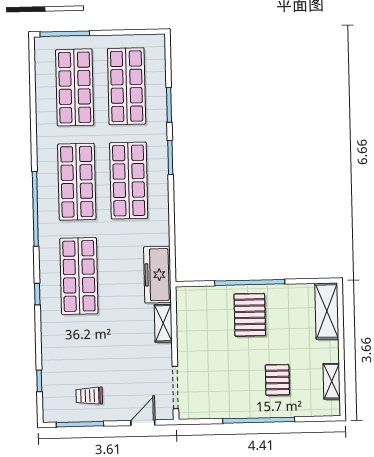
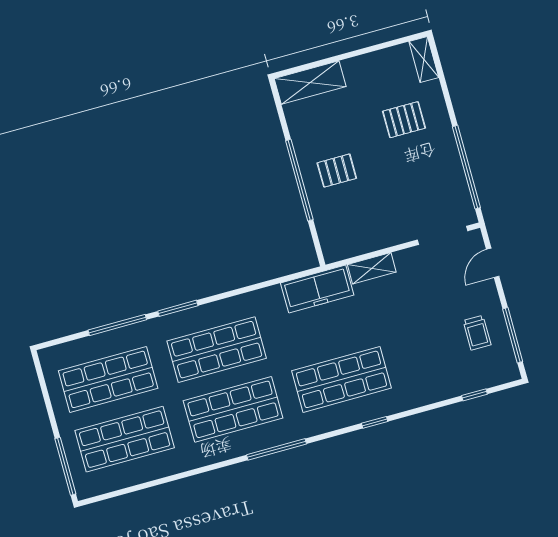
window: (169, 105) -> (117, 325), width x1.44
window: (35, 209) -> (276, 449), width x0.68
pallet: (250, 315) -> (337, 171), width x0.67, depth x0.71
shelving: (332, 381) -> (424, 59), moved, turned 90
window: (259, 420) -> (466, 167), moved
door: (143, 423) -> (493, 263), hinge flipped

